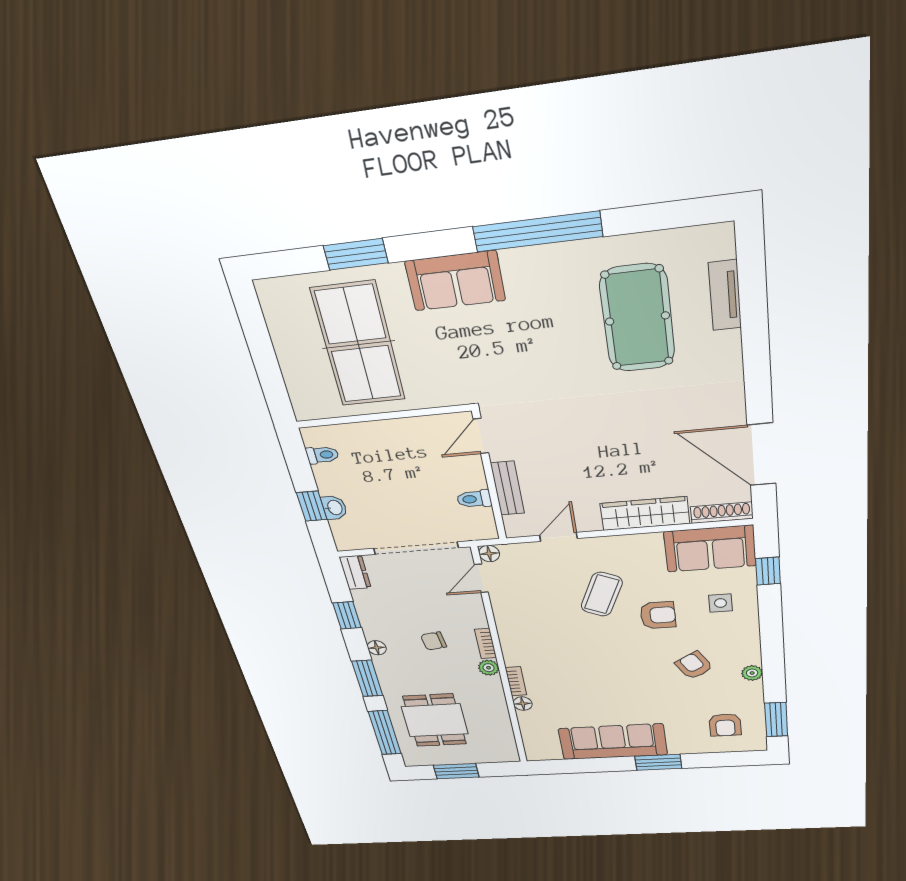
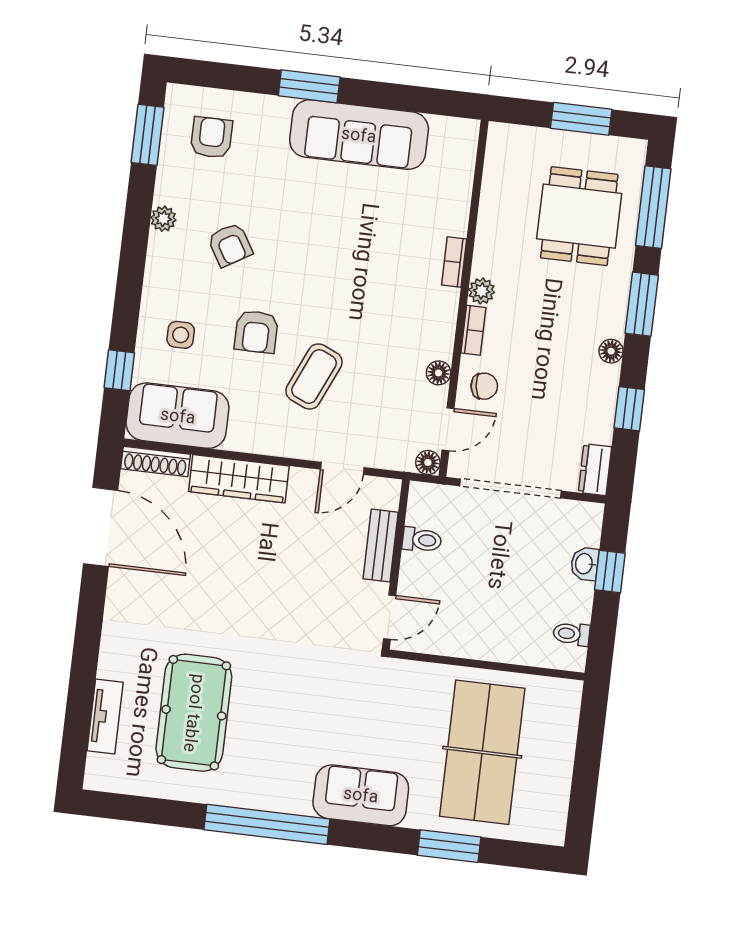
armchair: (658, 615) -> (256, 332), turned -90
chair: (434, 641) -> (484, 386), moved
floor lamp: (523, 704) -> (439, 373), moved

